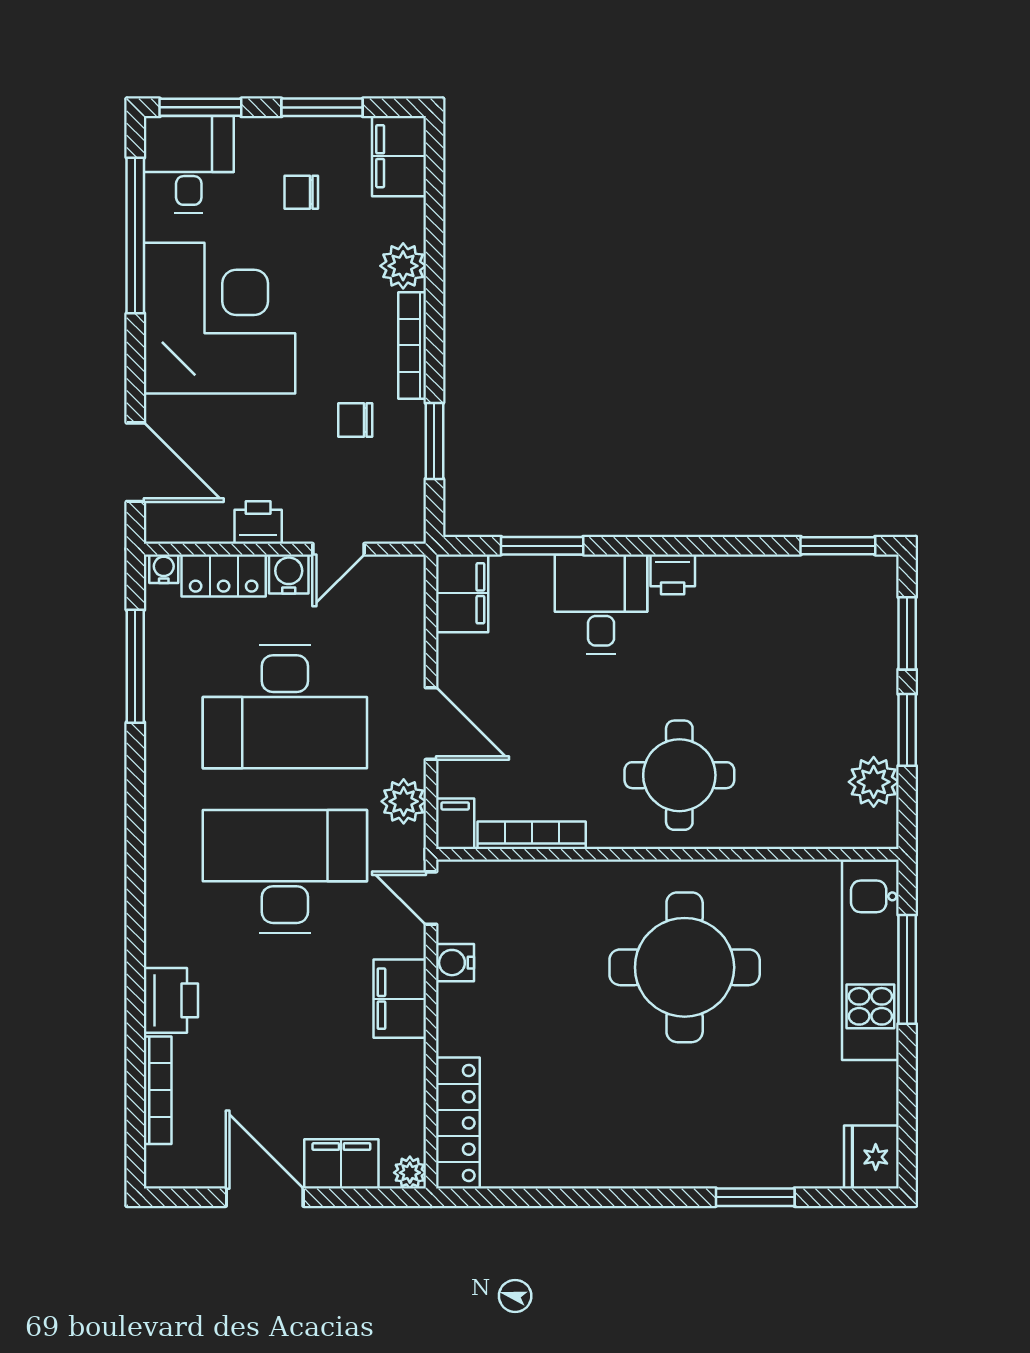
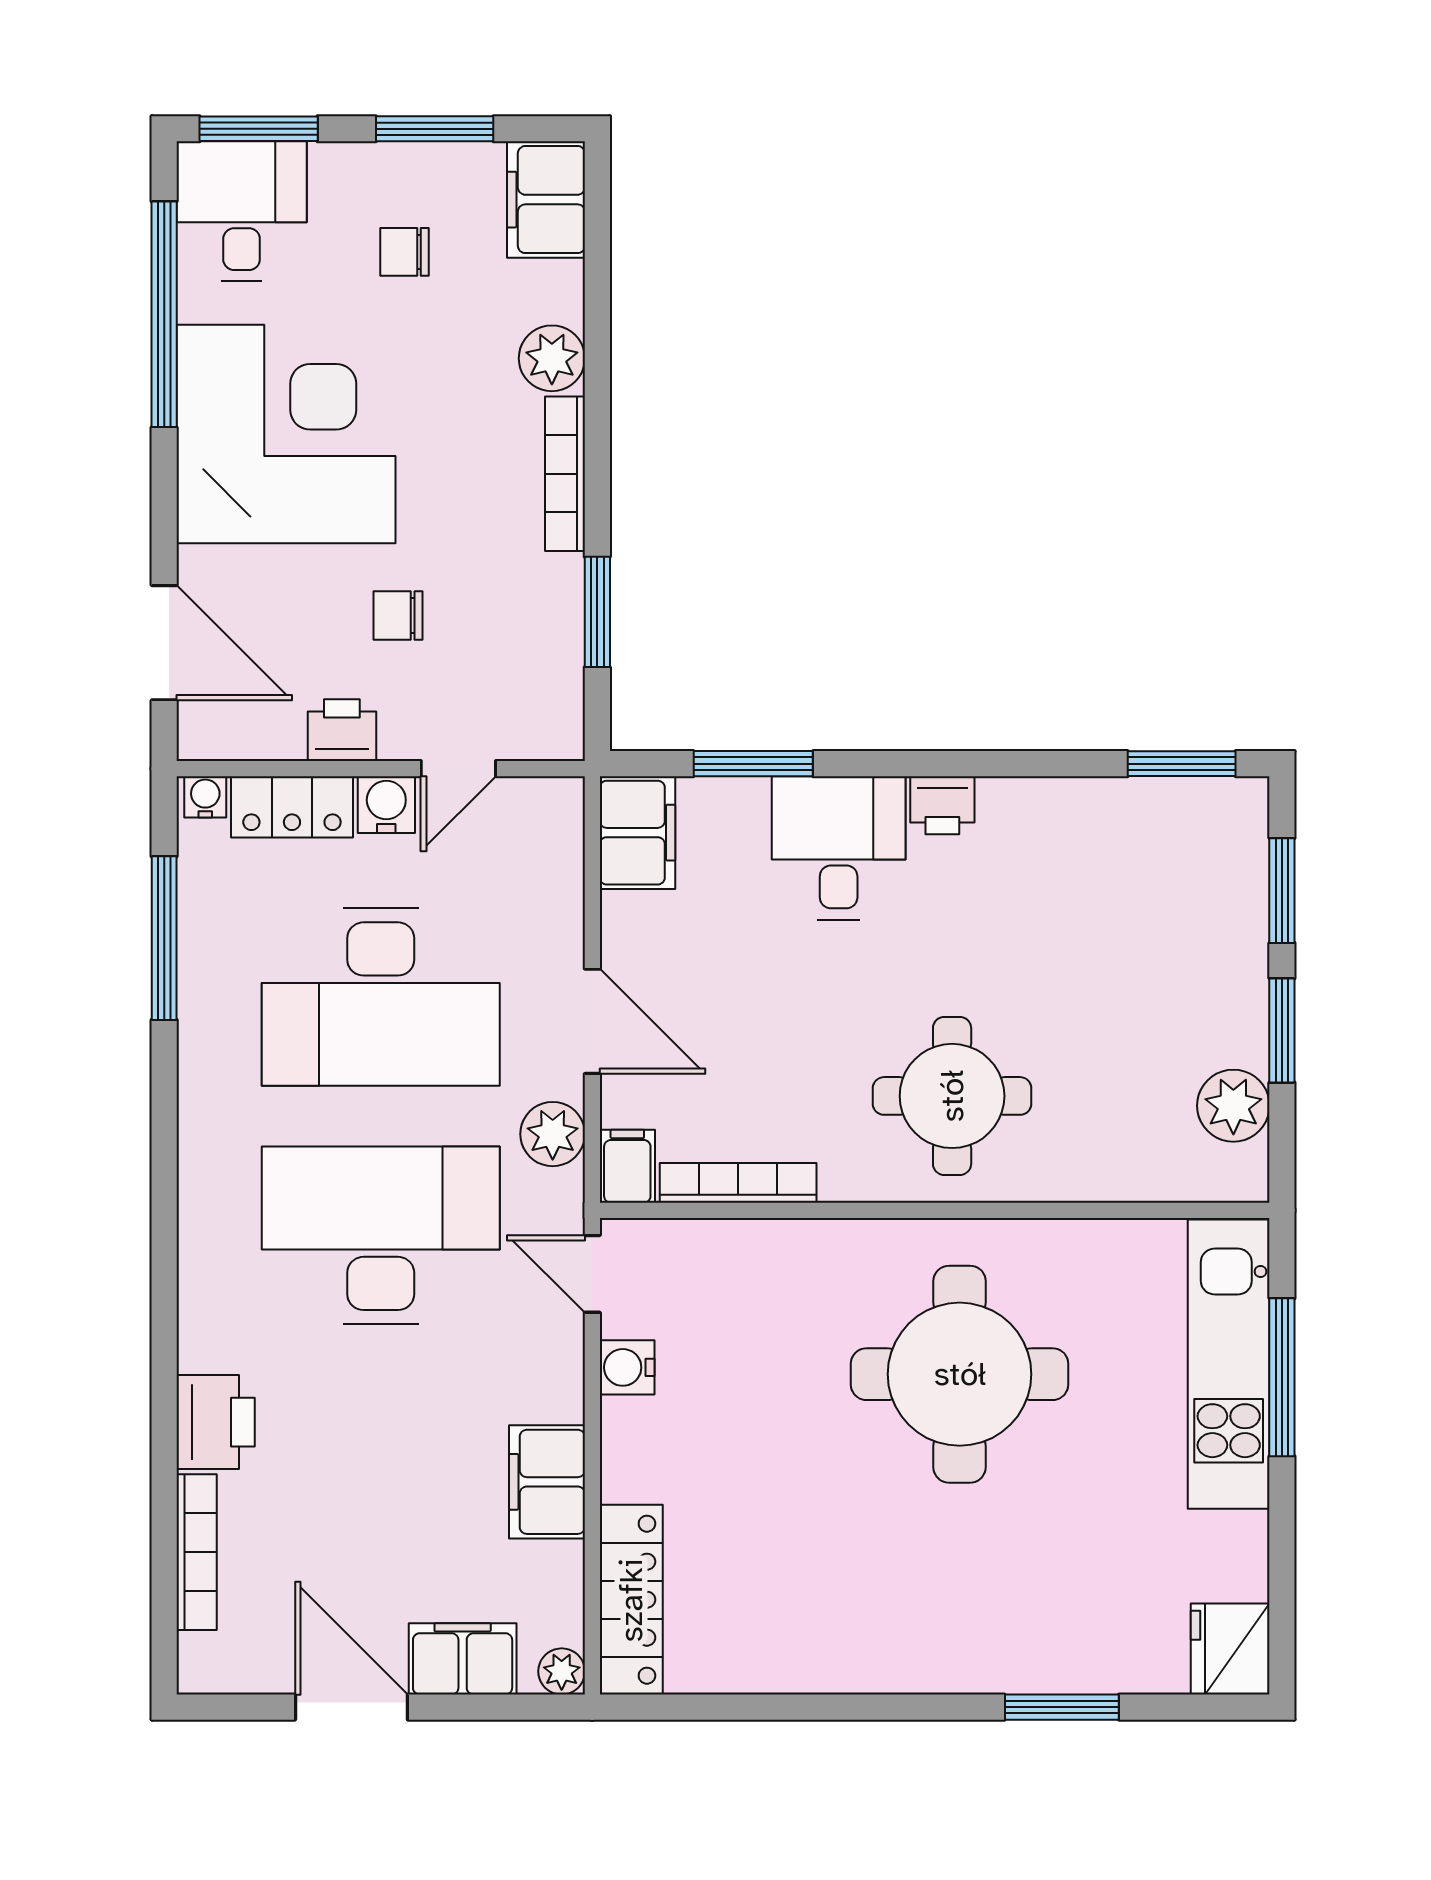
chair: (355, 420) -> (398, 616), moved
filing cabinet: (400, 999) -> (547, 1482), moved

